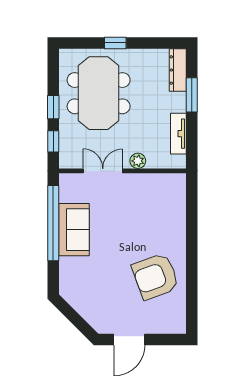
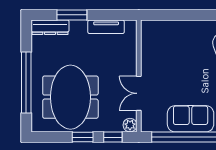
window: (115, 43) -> (26, 82), width x3.17
meeting table: (99, 93) -> (70, 97), turned 90
plant: (138, 161) -> (130, 125), moved

